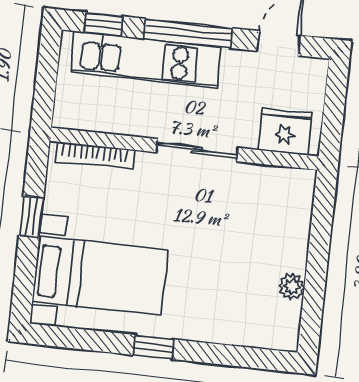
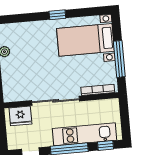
sliding door: (197, 150) -> (56, 101), width x1.37
window: (31, 217) -> (119, 59), width x2.17

